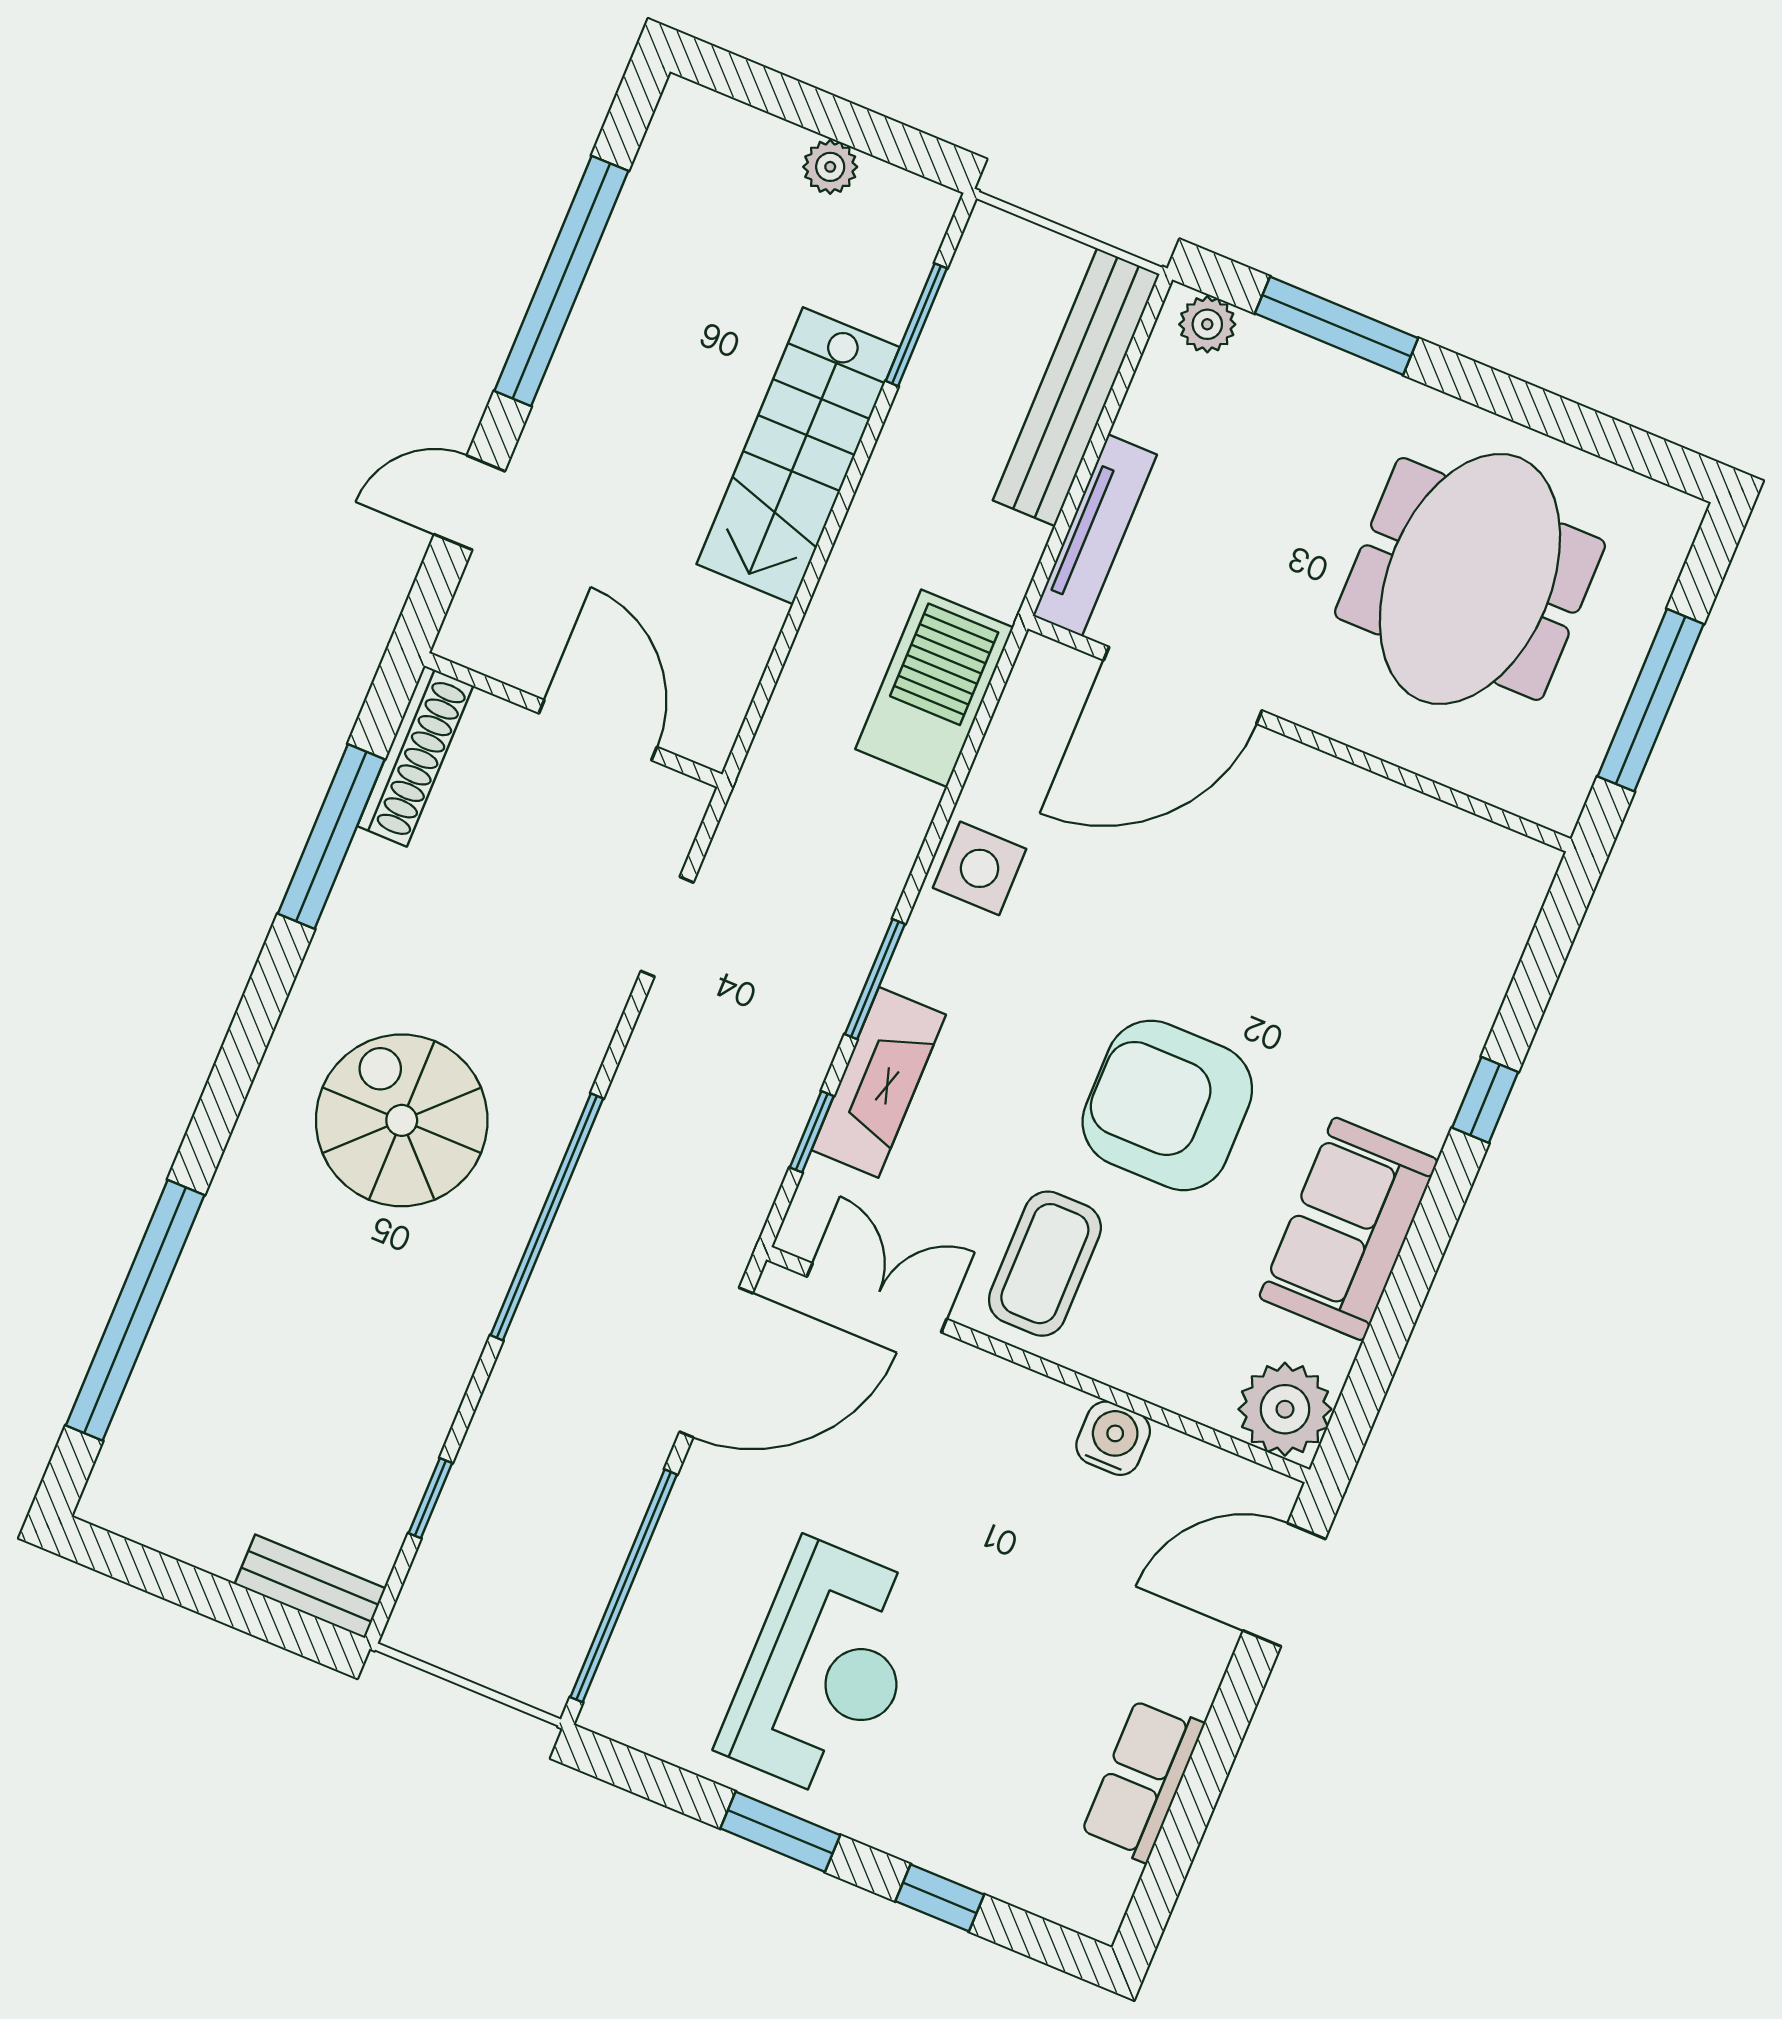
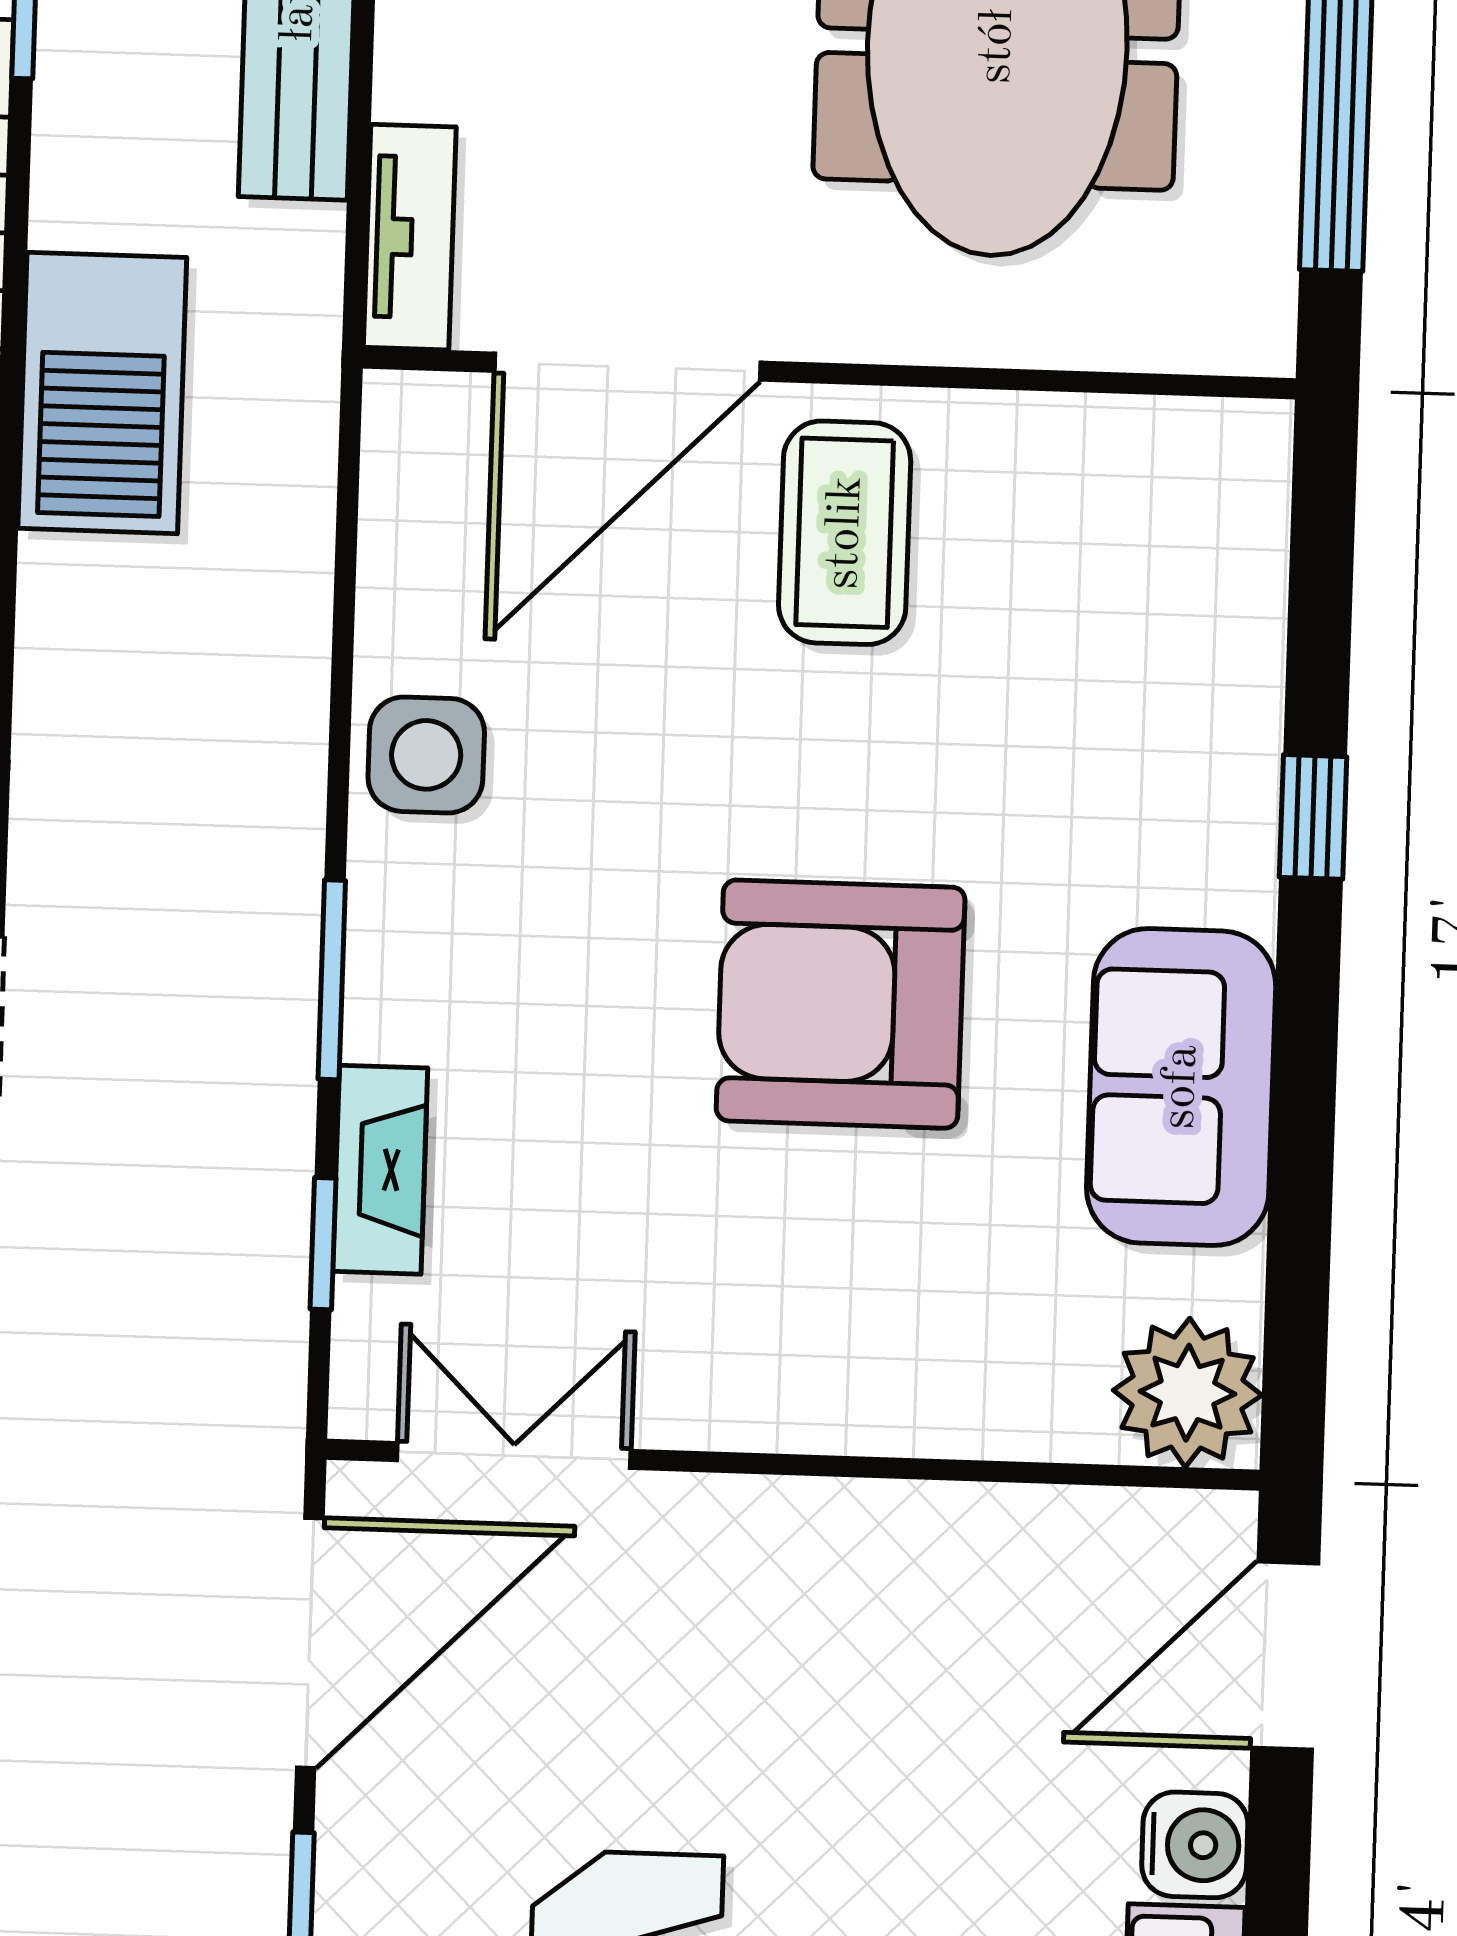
tv unit: (1095, 535) -> (410, 237), width x0.71
barbecue: (934, 688) -> (102, 393), moved, turned 180
fireplace: (879, 1082) -> (380, 1170), width x0.73, depth x0.76
coffee table: (1045, 1264) -> (845, 533), moved
water cooler: (1113, 1438) -> (1195, 1845), moved, turned 90

